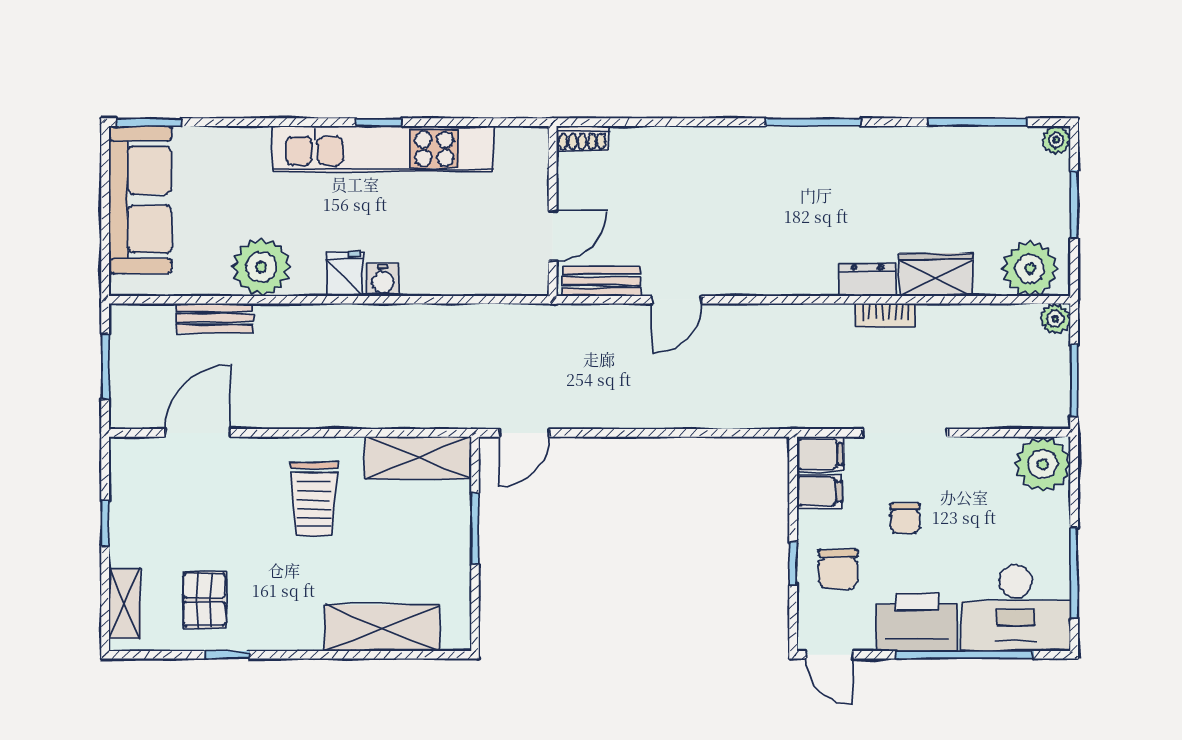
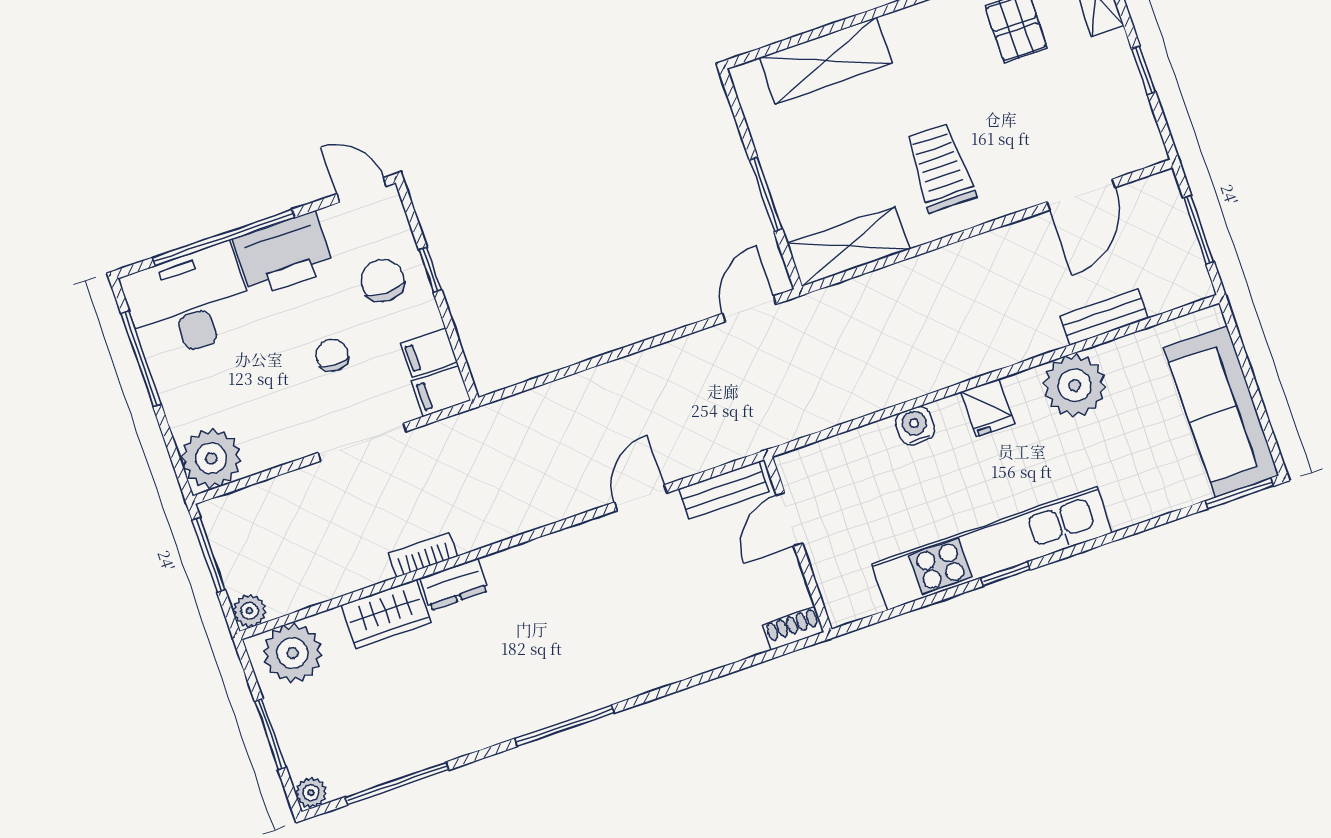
water cooler: (383, 280) -> (915, 426), moved

